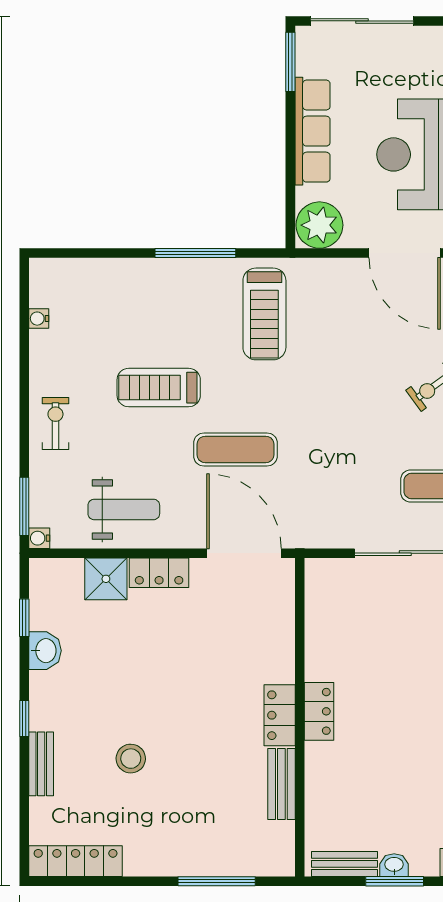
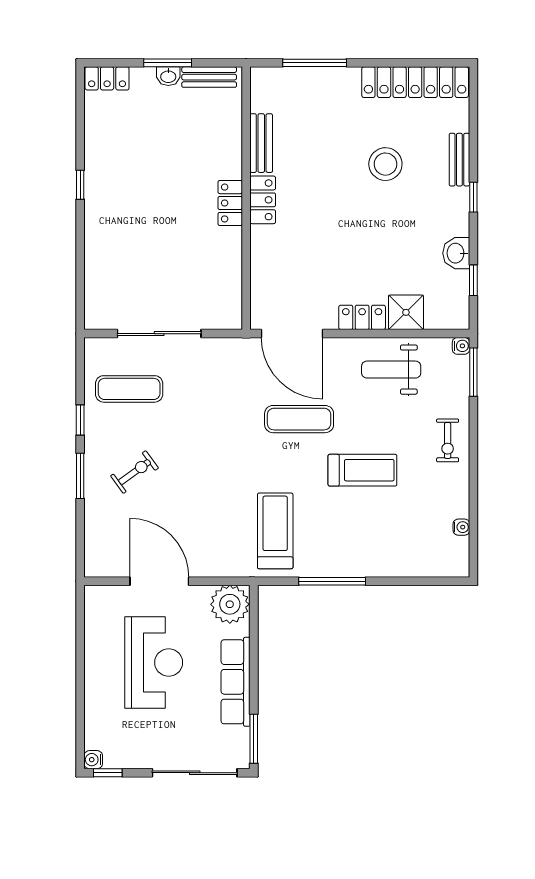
stool: (131, 759) -> (385, 164), width x1.38, depth x1.38
locker: (76, 861) -> (415, 82), width x1.41, depth x1.21

